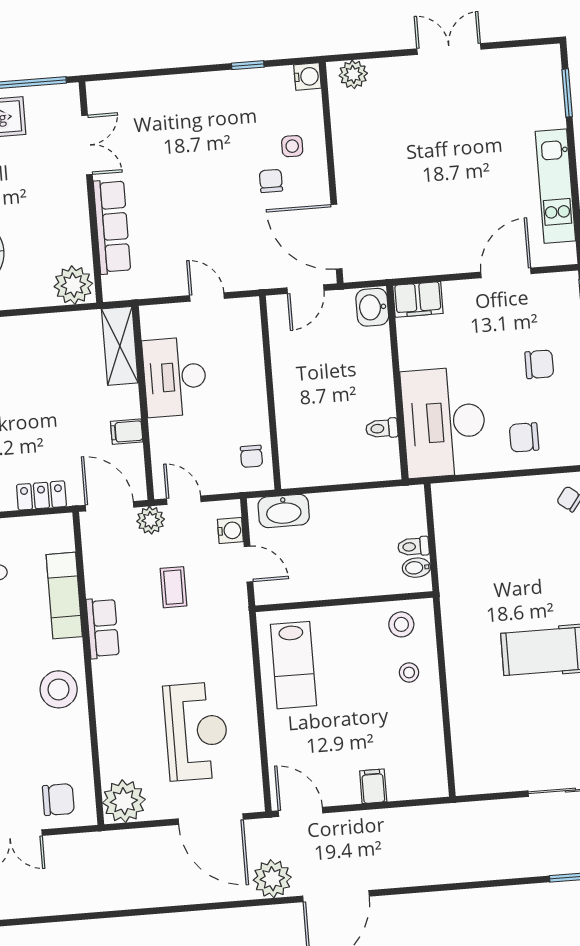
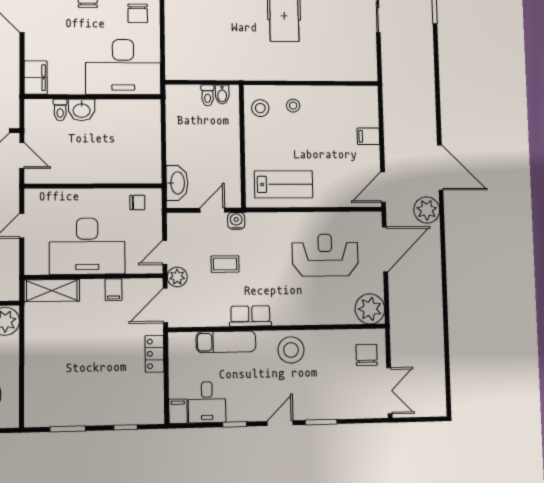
washbasin: (372, 307) -> (82, 110), moved
desk: (175, 377) -> (87, 246), width x1.36, depth x1.30
toilet: (382, 428) -> (60, 110), moved
water cooler: (230, 530) -> (236, 221), moved

